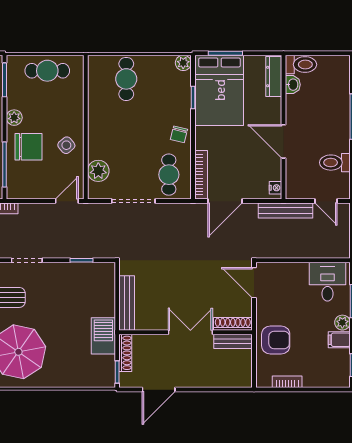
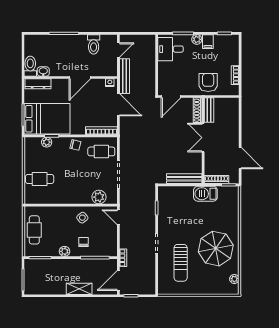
plant: (183, 63) -> (47, 142), moved
chair: (28, 147) -> (83, 242), width x0.54, depth x0.54
door: (225, 201) -> (118, 105), moved

